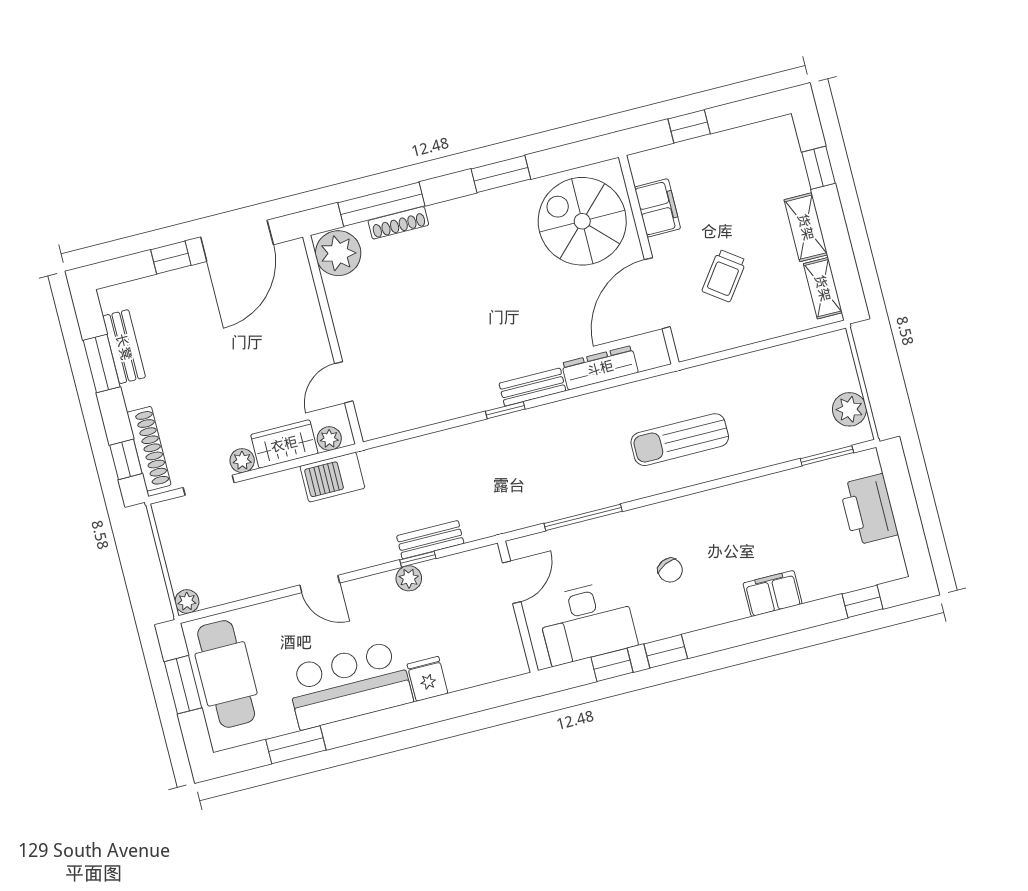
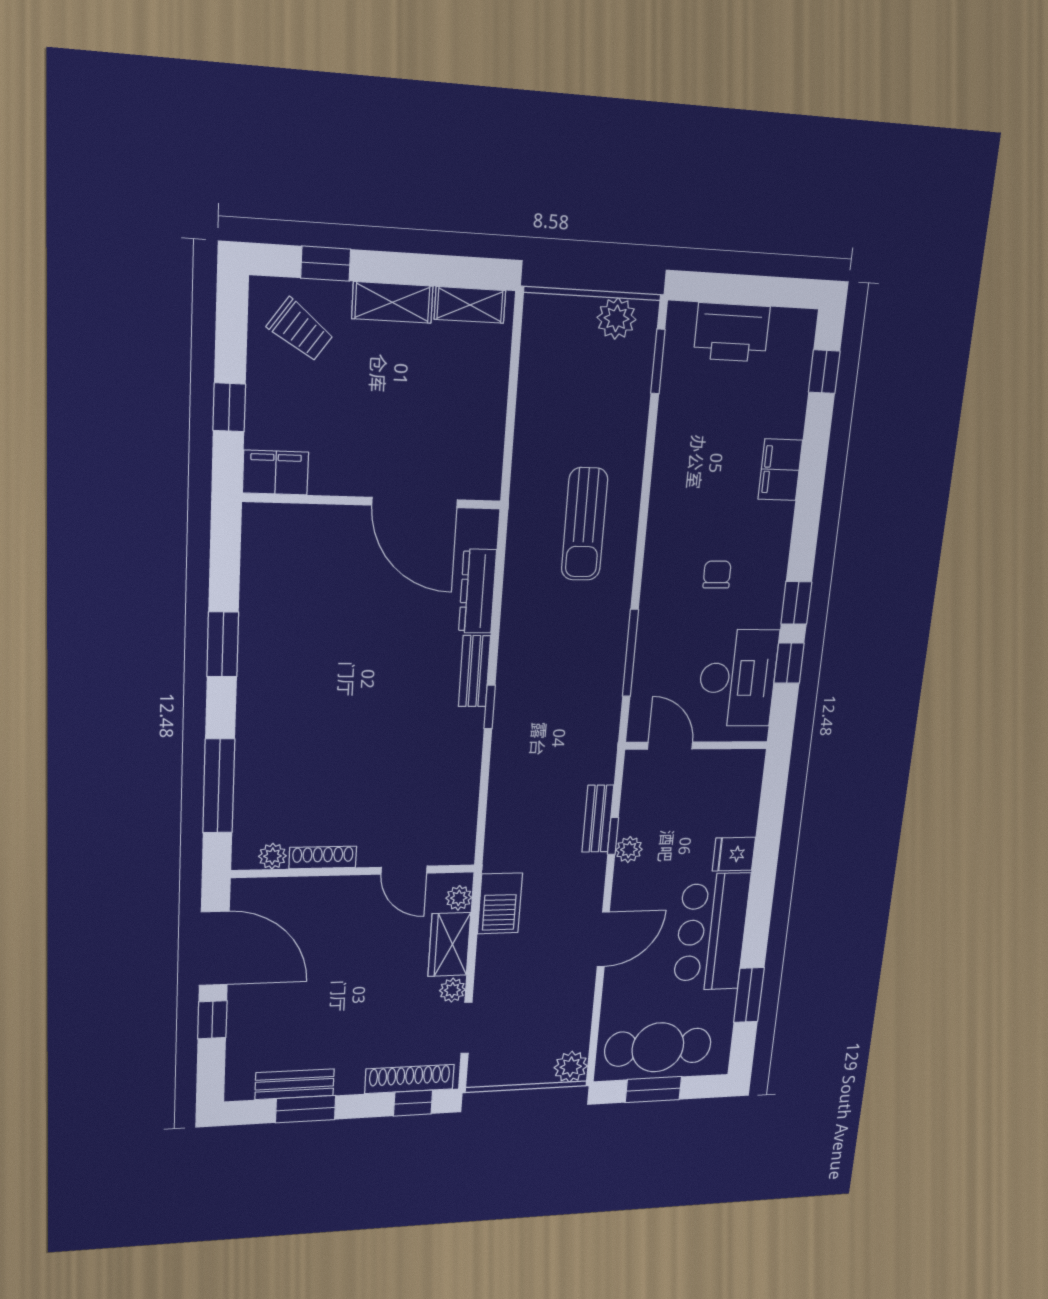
filing cabinet: (657, 208) -> (276, 473), moved
spiral stairs: (582, 221) -> (306, 566), removed
shoe rack: (398, 223) -> (323, 857), moved, turned -90
plant: (338, 253) -> (272, 856), width x0.53, depth x0.53
trolley: (724, 276) -> (300, 330), moved
chair: (670, 570) -> (717, 575), turned -66
door: (320, 584) -> (603, 939), width x1.38
plant: (187, 602) -> (571, 1067), width x1.38, depth x1.38

